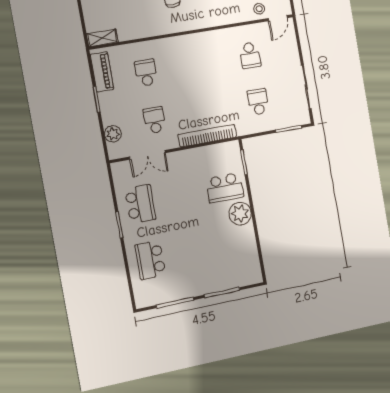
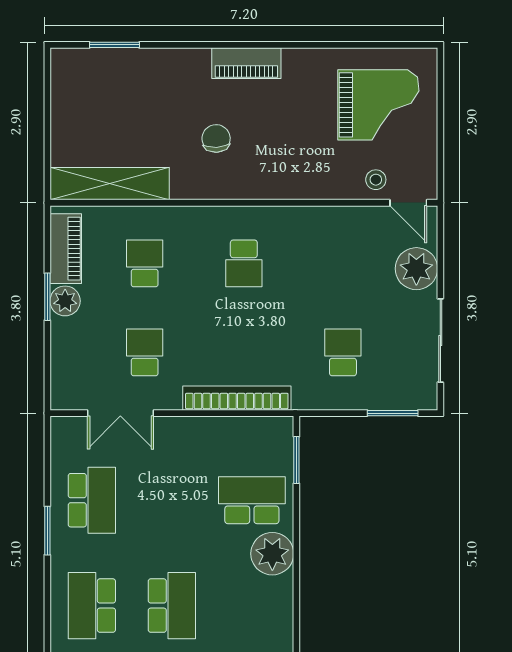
door: (278, 18) -> (408, 203), hinge flipped
shelving: (102, 38) -> (110, 184), width x2.20, depth x1.33
plant: (288, 52) -> (416, 269), added
school desk: (250, 55) -> (244, 263), moved
plant: (113, 134) -> (65, 301), moved
school desk: (225, 188) -> (252, 500), turned 180
school desk: (193, 251) -> (172, 606), added

